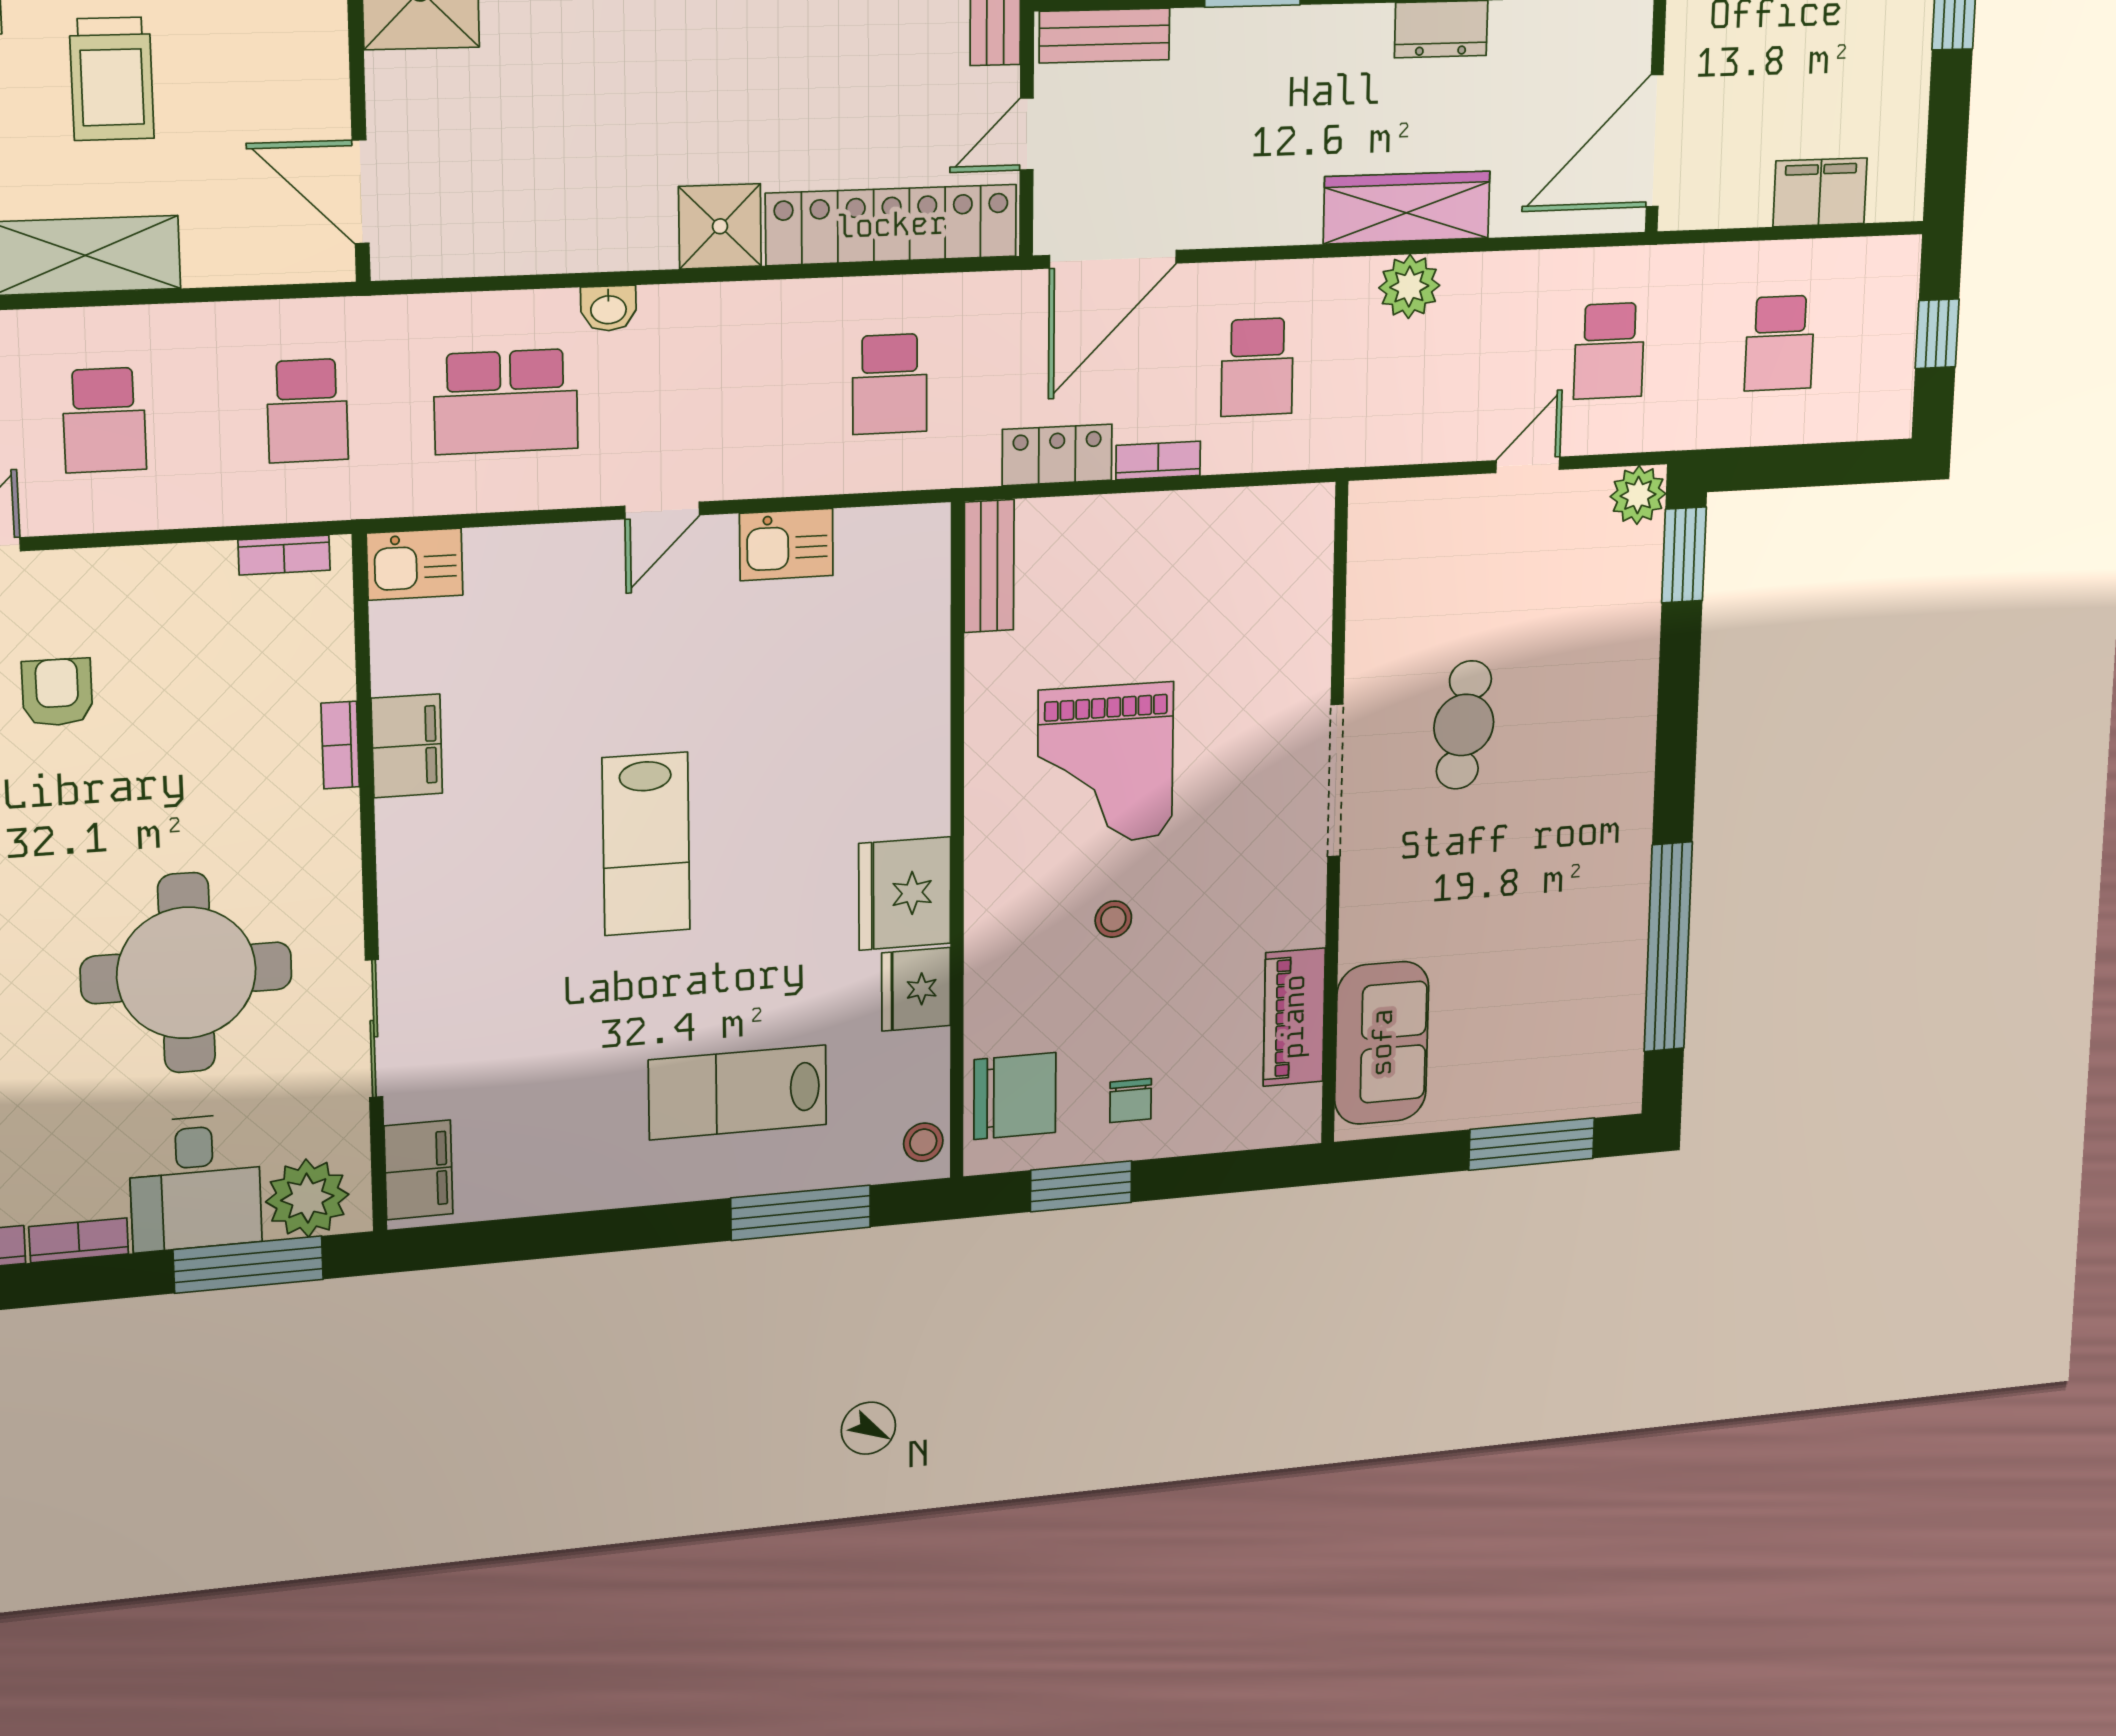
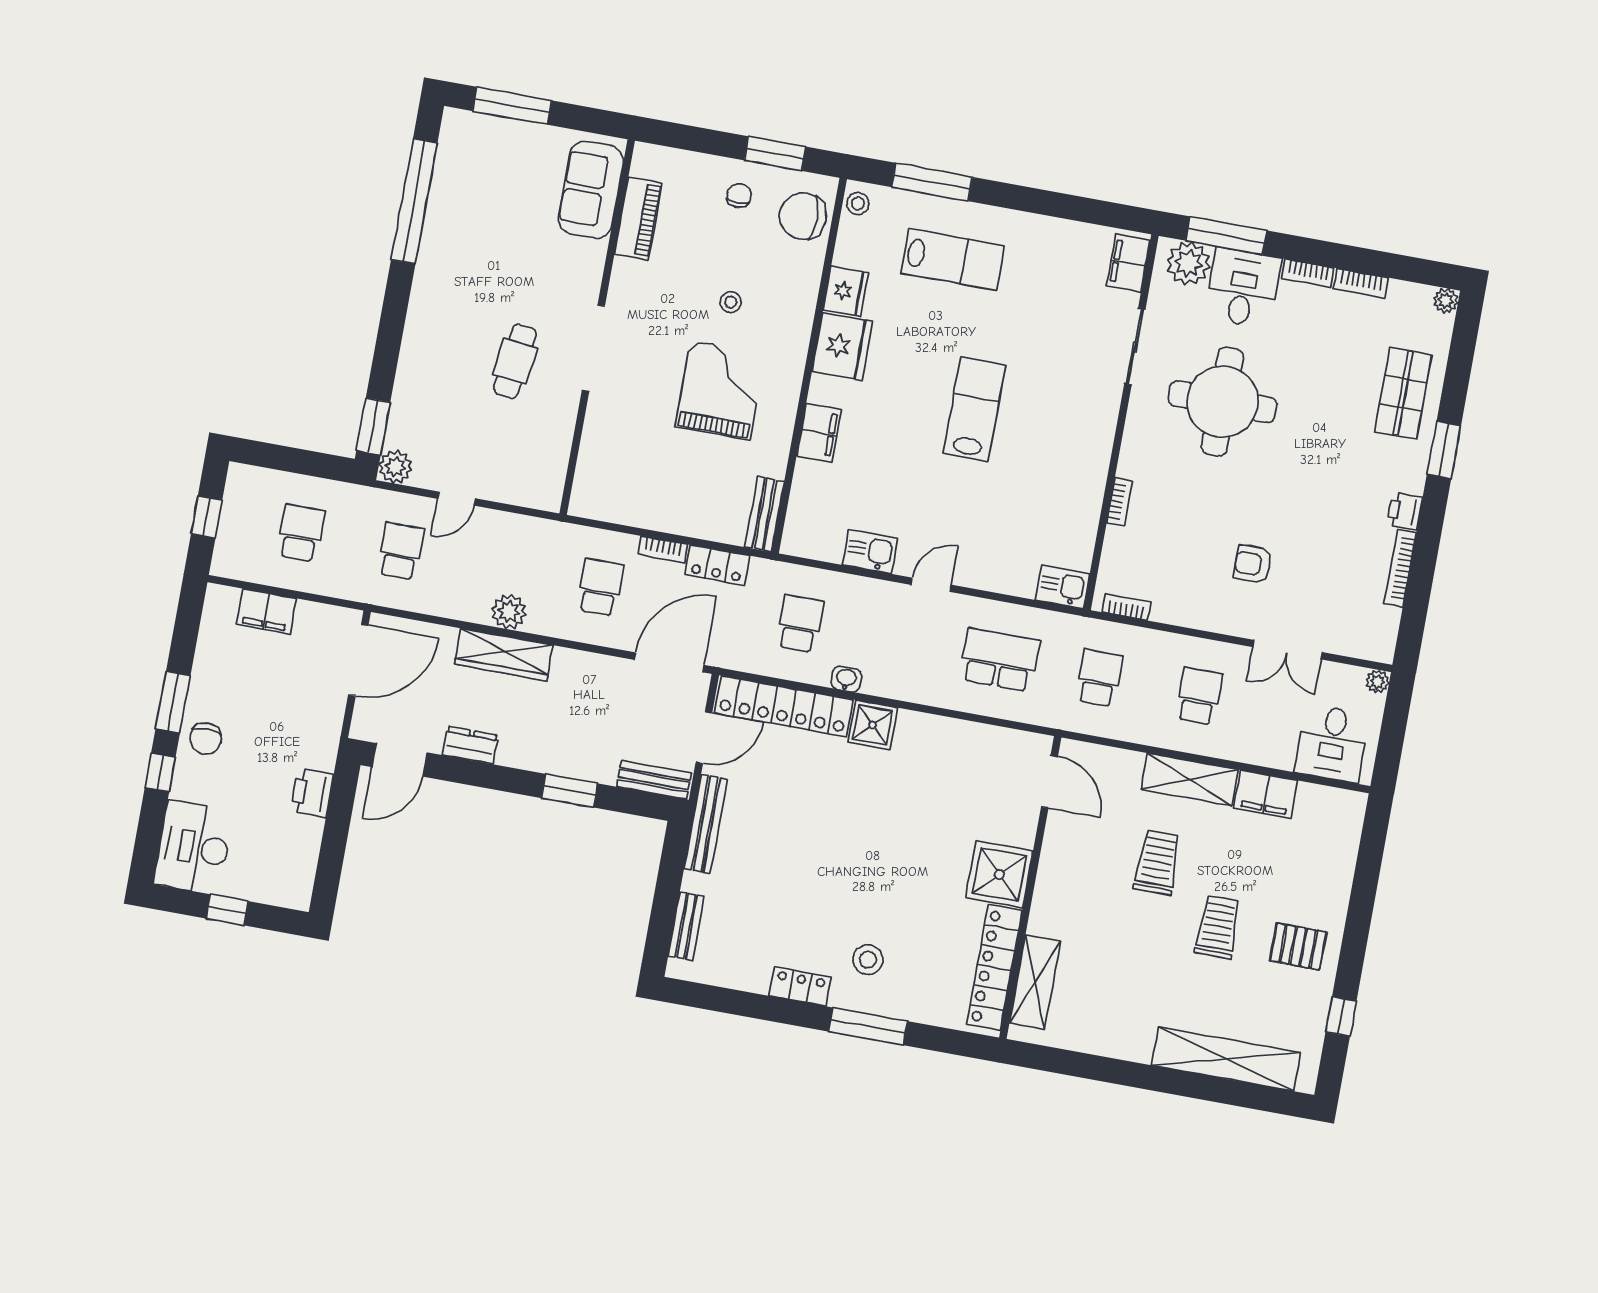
door: (1027, 134) -> (704, 738), width x1.38
washbasin: (608, 308) -> (846, 679), moved
armchair: (57, 692) -> (1253, 564), turned 90
filing cabinet: (407, 746) -> (819, 433), moved, turned 180

